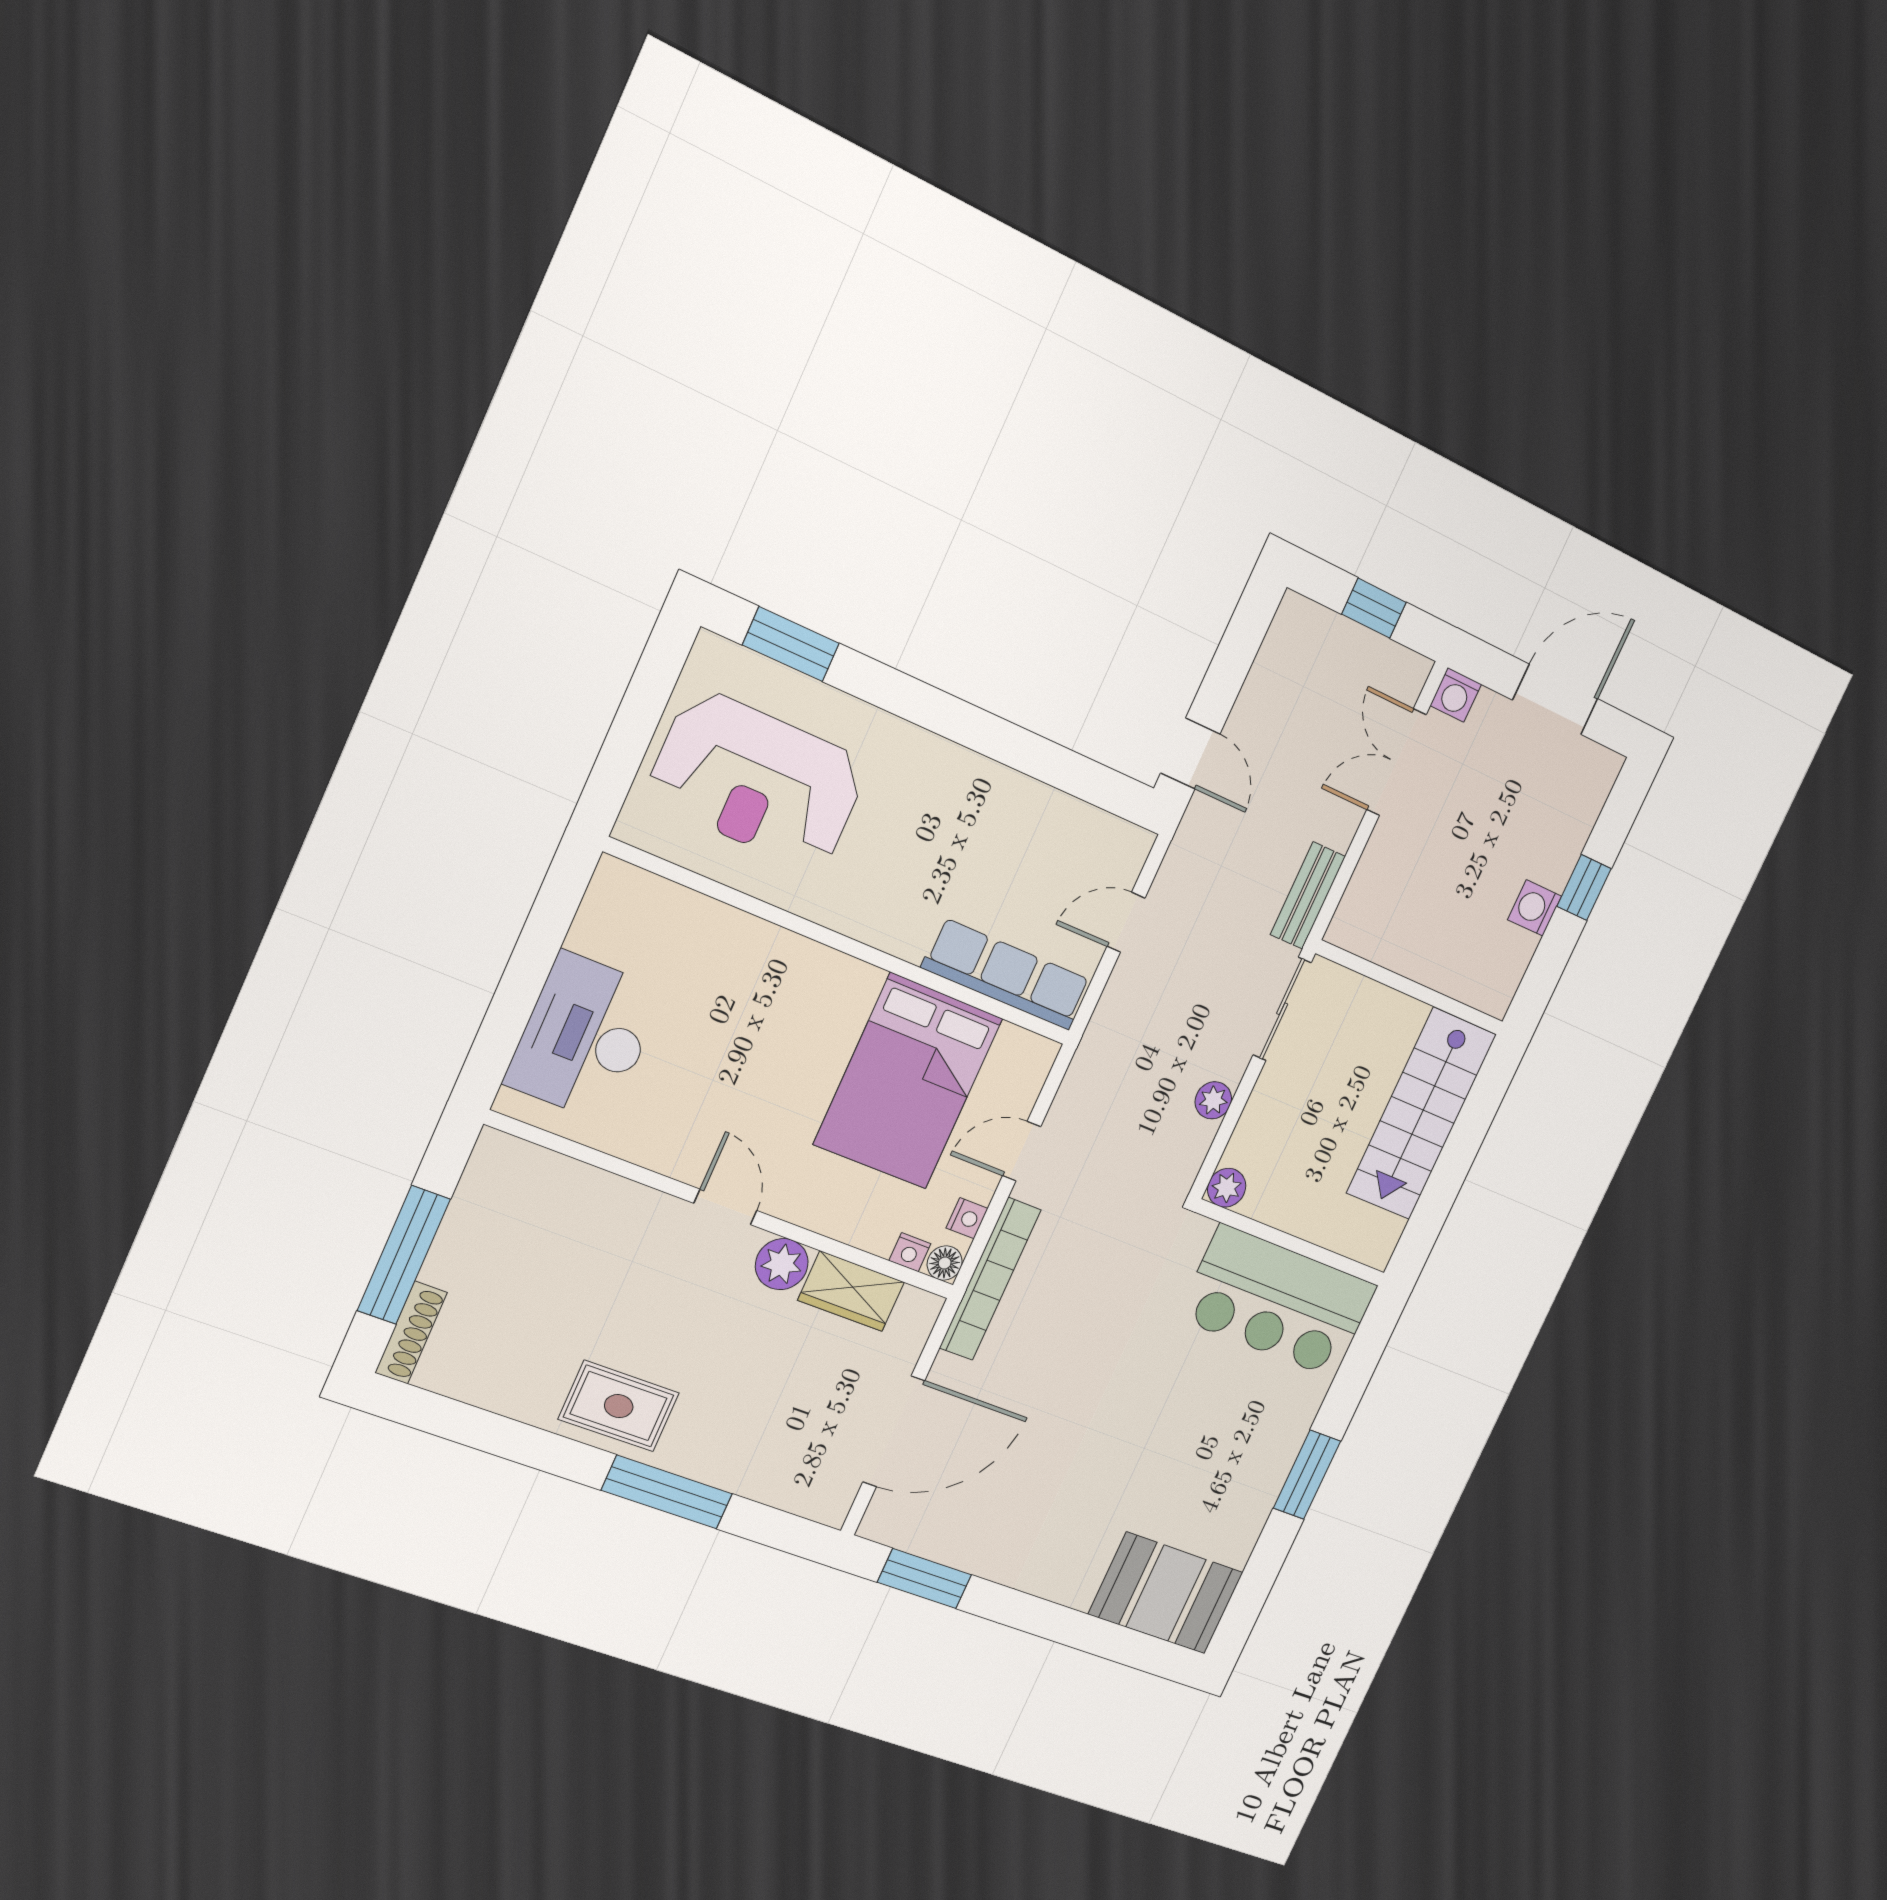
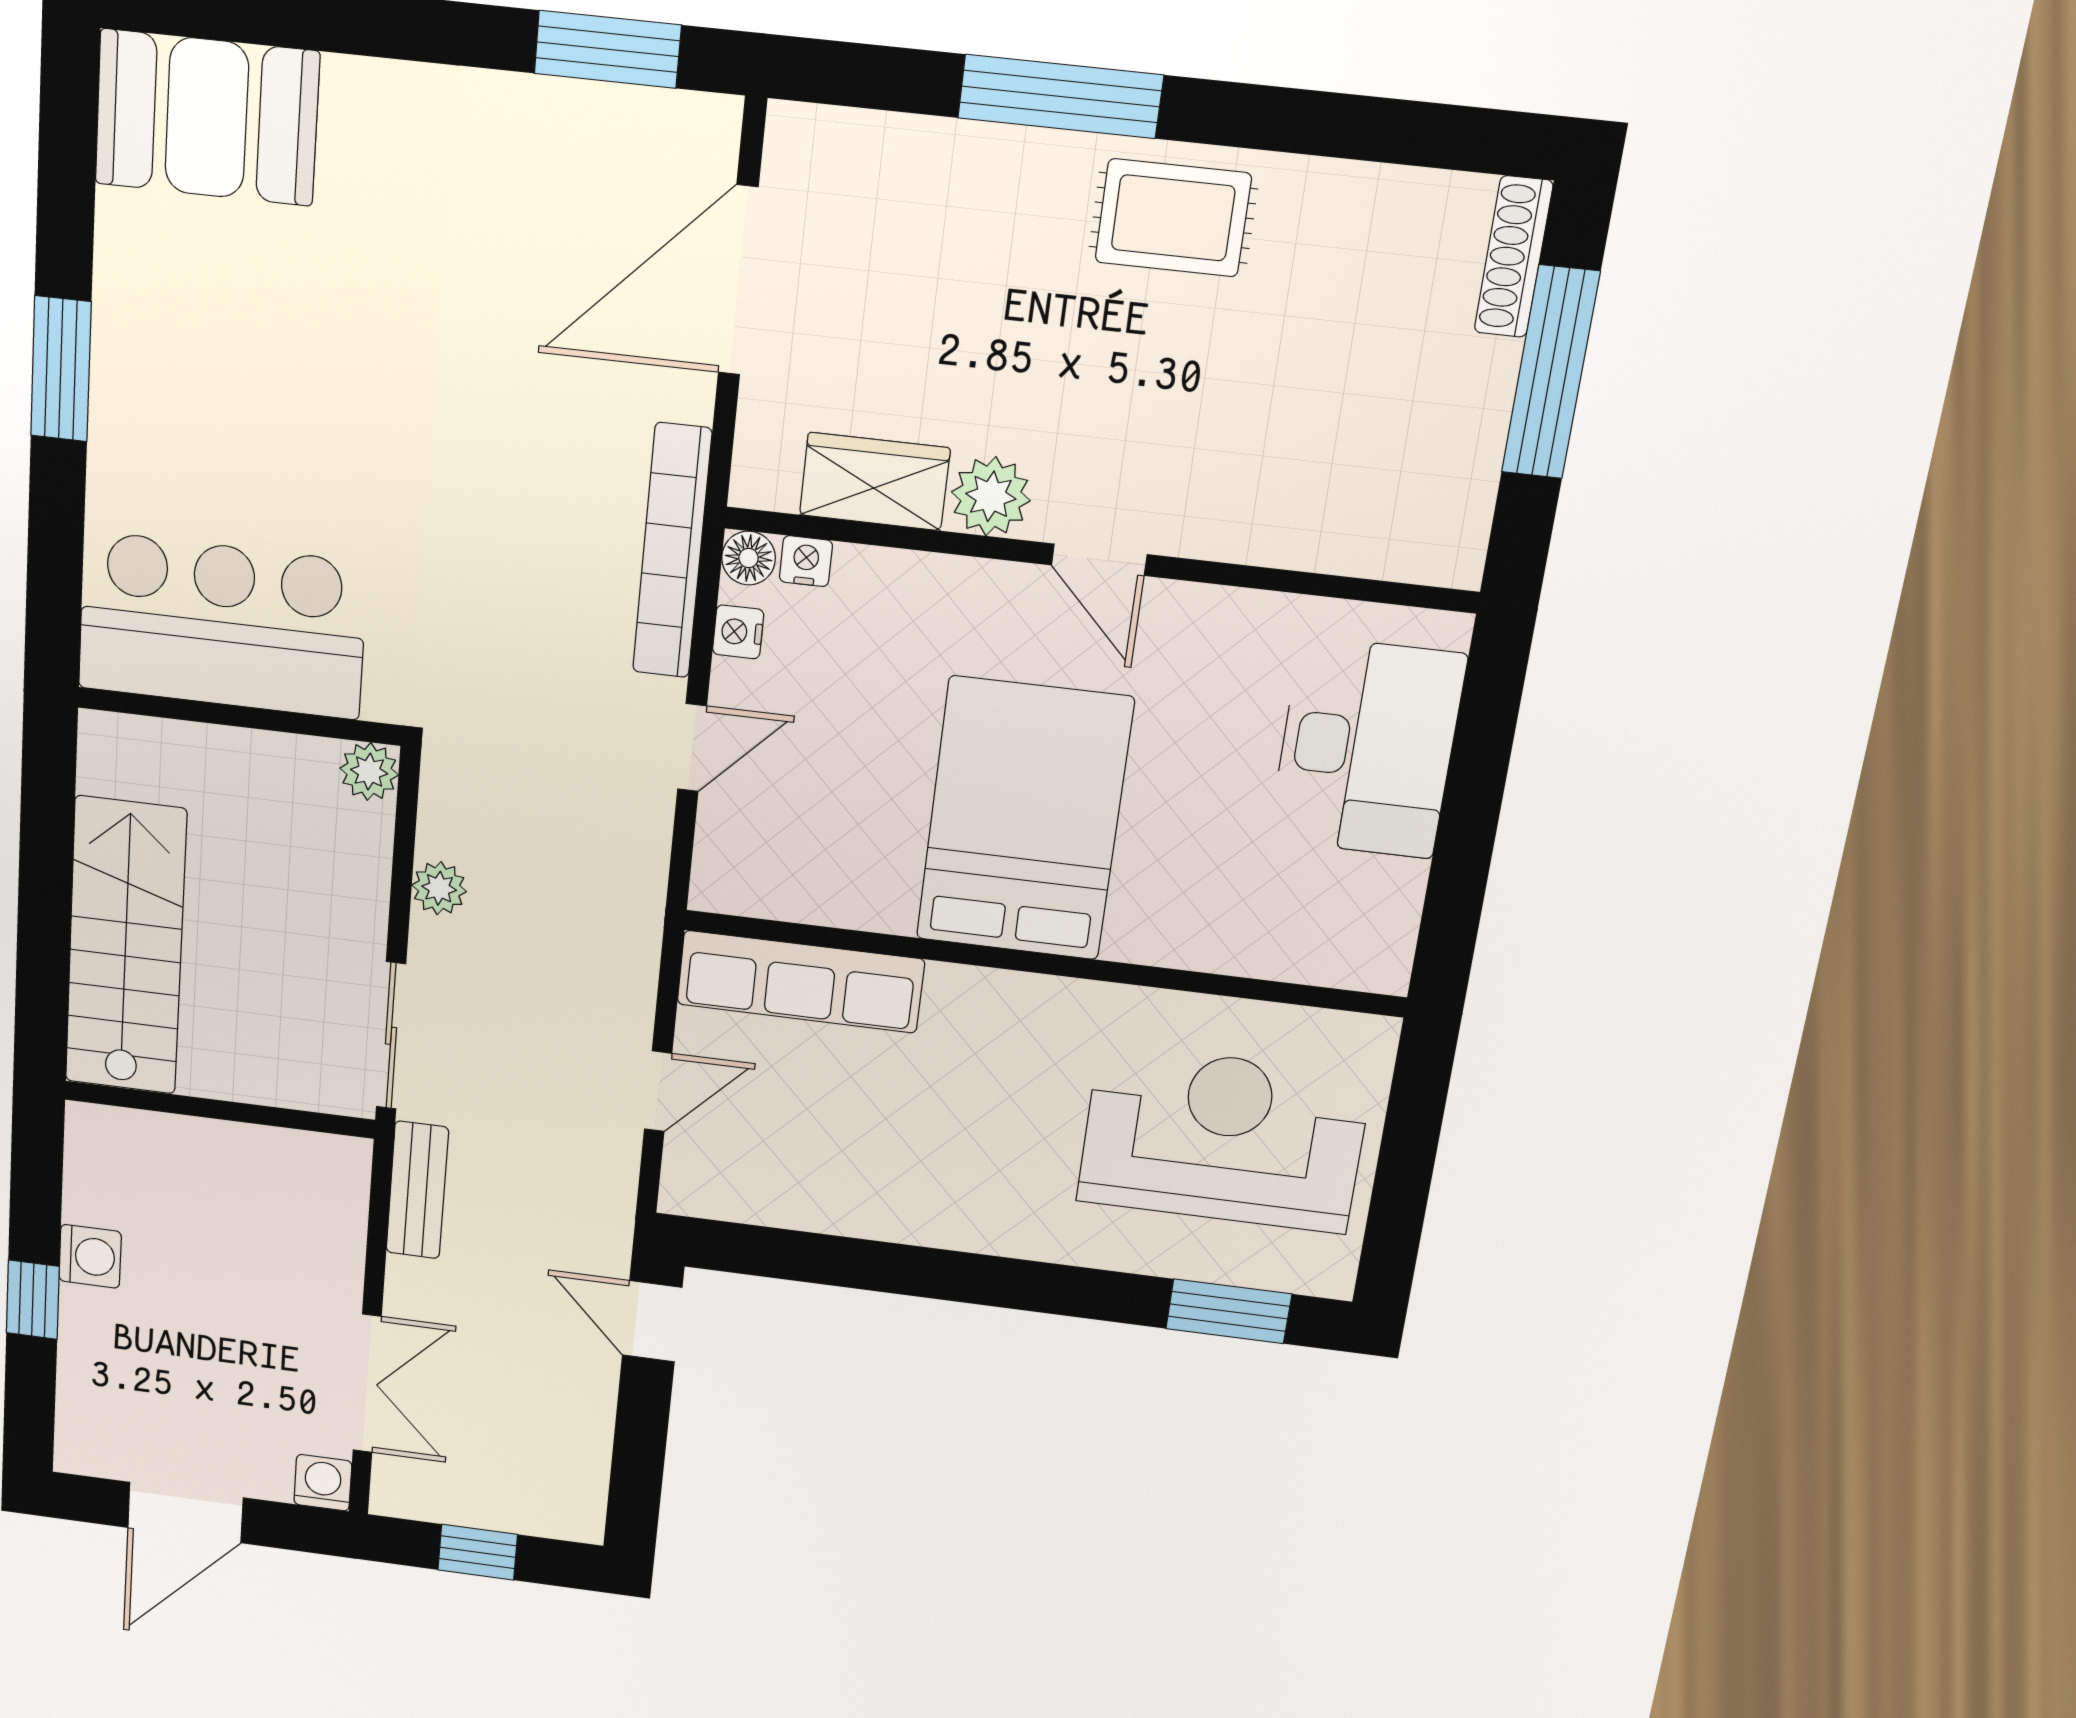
bed: (908, 1081) -> (1024, 819), moved

